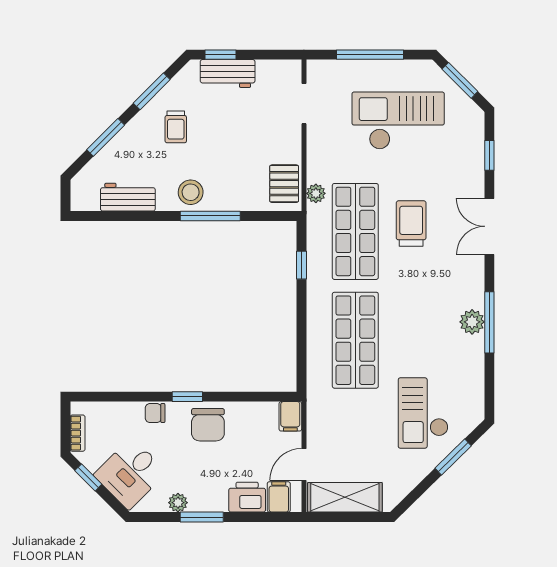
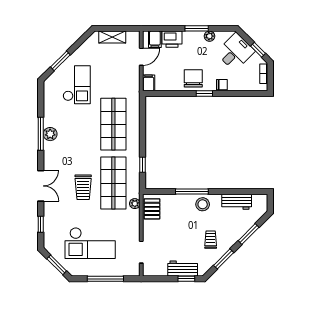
shelving: (345, 497) -> (112, 37), width x0.67, depth x0.75

